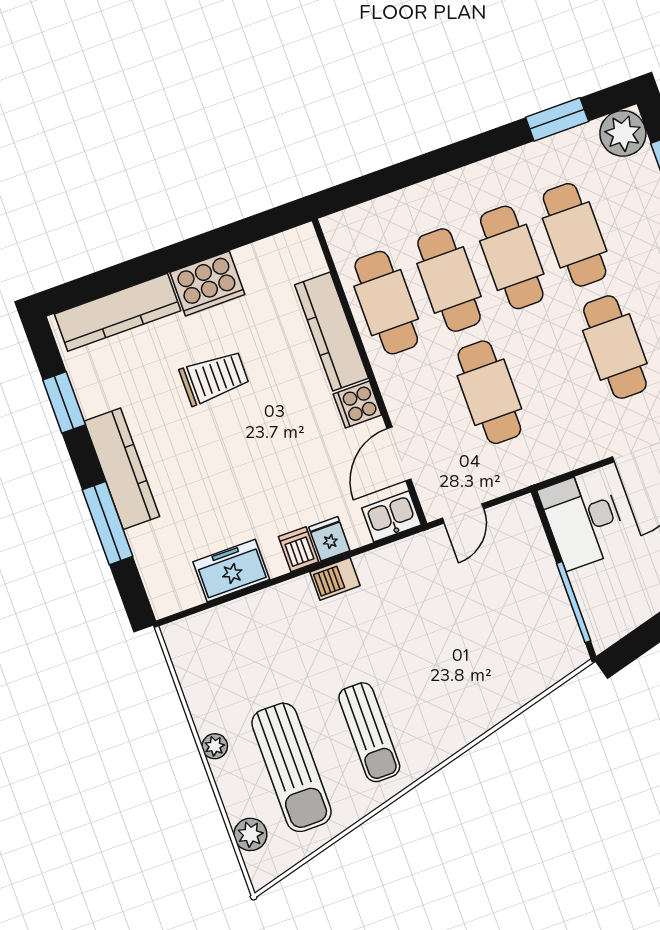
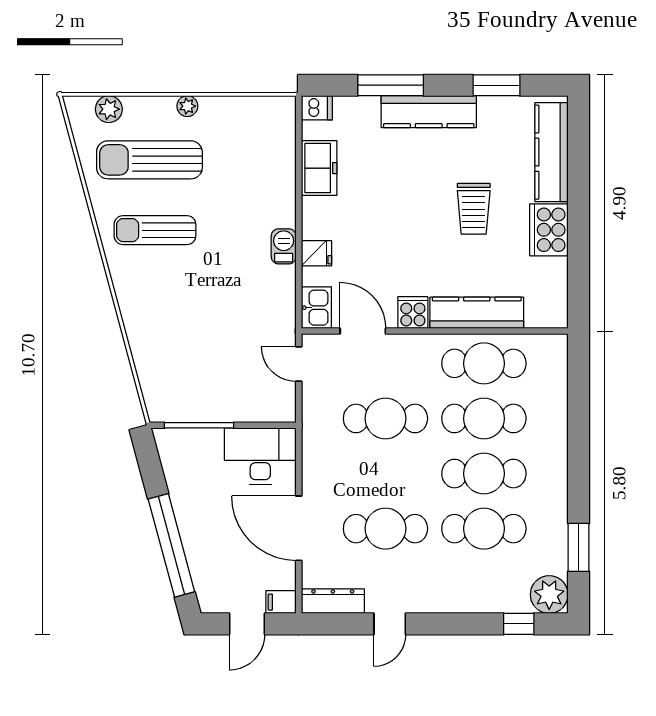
dishwasher: (299, 549) -> (317, 108), moved

